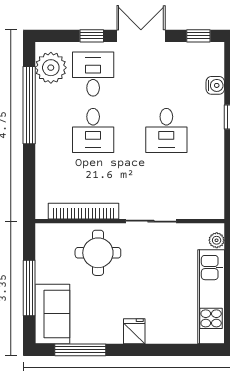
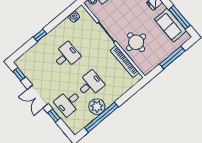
plant: (51, 68) -> (97, 107), moved
water cooler: (215, 85) -> (74, 17), moved
sofa: (52, 314) -> (171, 25), moved, turned -90

